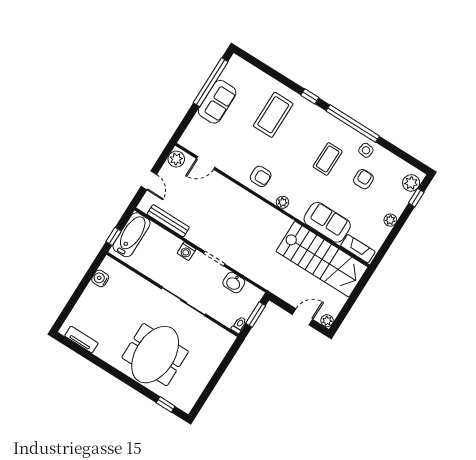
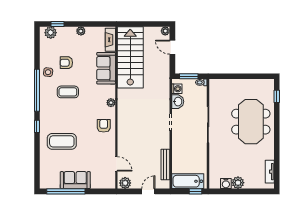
washing machine: (186, 251) -> (177, 89), moved
plant: (92, 293) -> (238, 183), added
meeting table: (155, 355) -> (251, 122), turned 90

